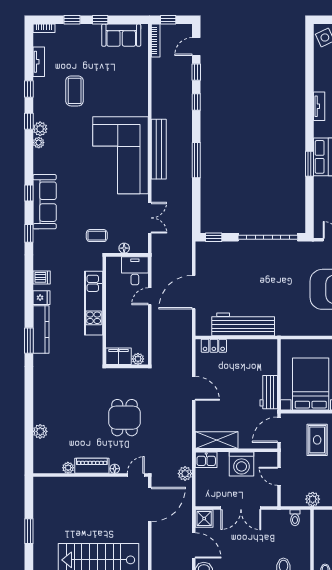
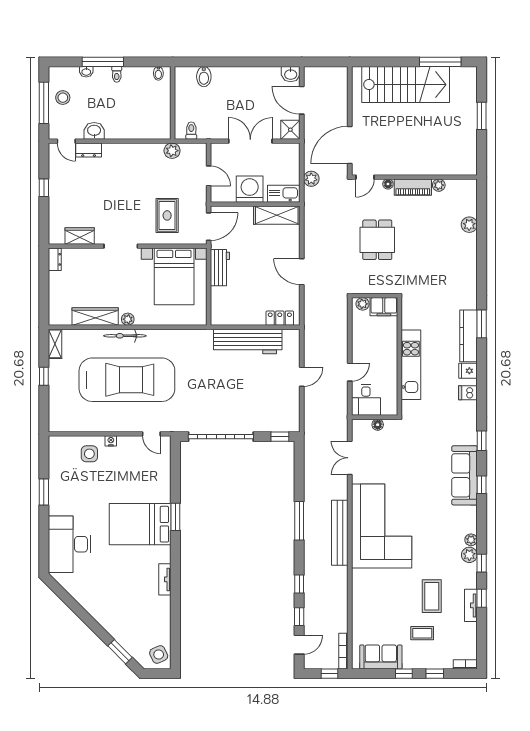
tv unit: (39, 62) -> (471, 605), moved
coffee table: (97, 236) -> (422, 633), moved
door: (194, 292) -> (302, 377), width x0.53
kitchen sink: (206, 460) -> (284, 194), width x1.38

